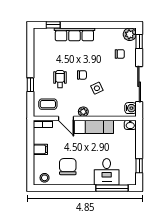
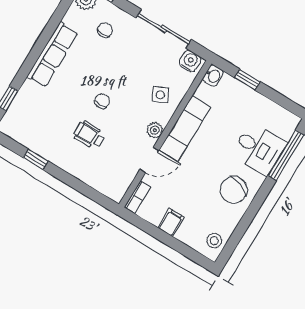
row of seats: (74, 34) -> (52, 55), moved
window: (30, 85) -> (36, 159), moved
side table: (97, 88) -> (160, 95), moved
coffee table: (48, 104) -> (114, 173), removed
window: (139, 166) -> (247, 80), moved
chair: (68, 167) -> (234, 190), moved, turned -69

